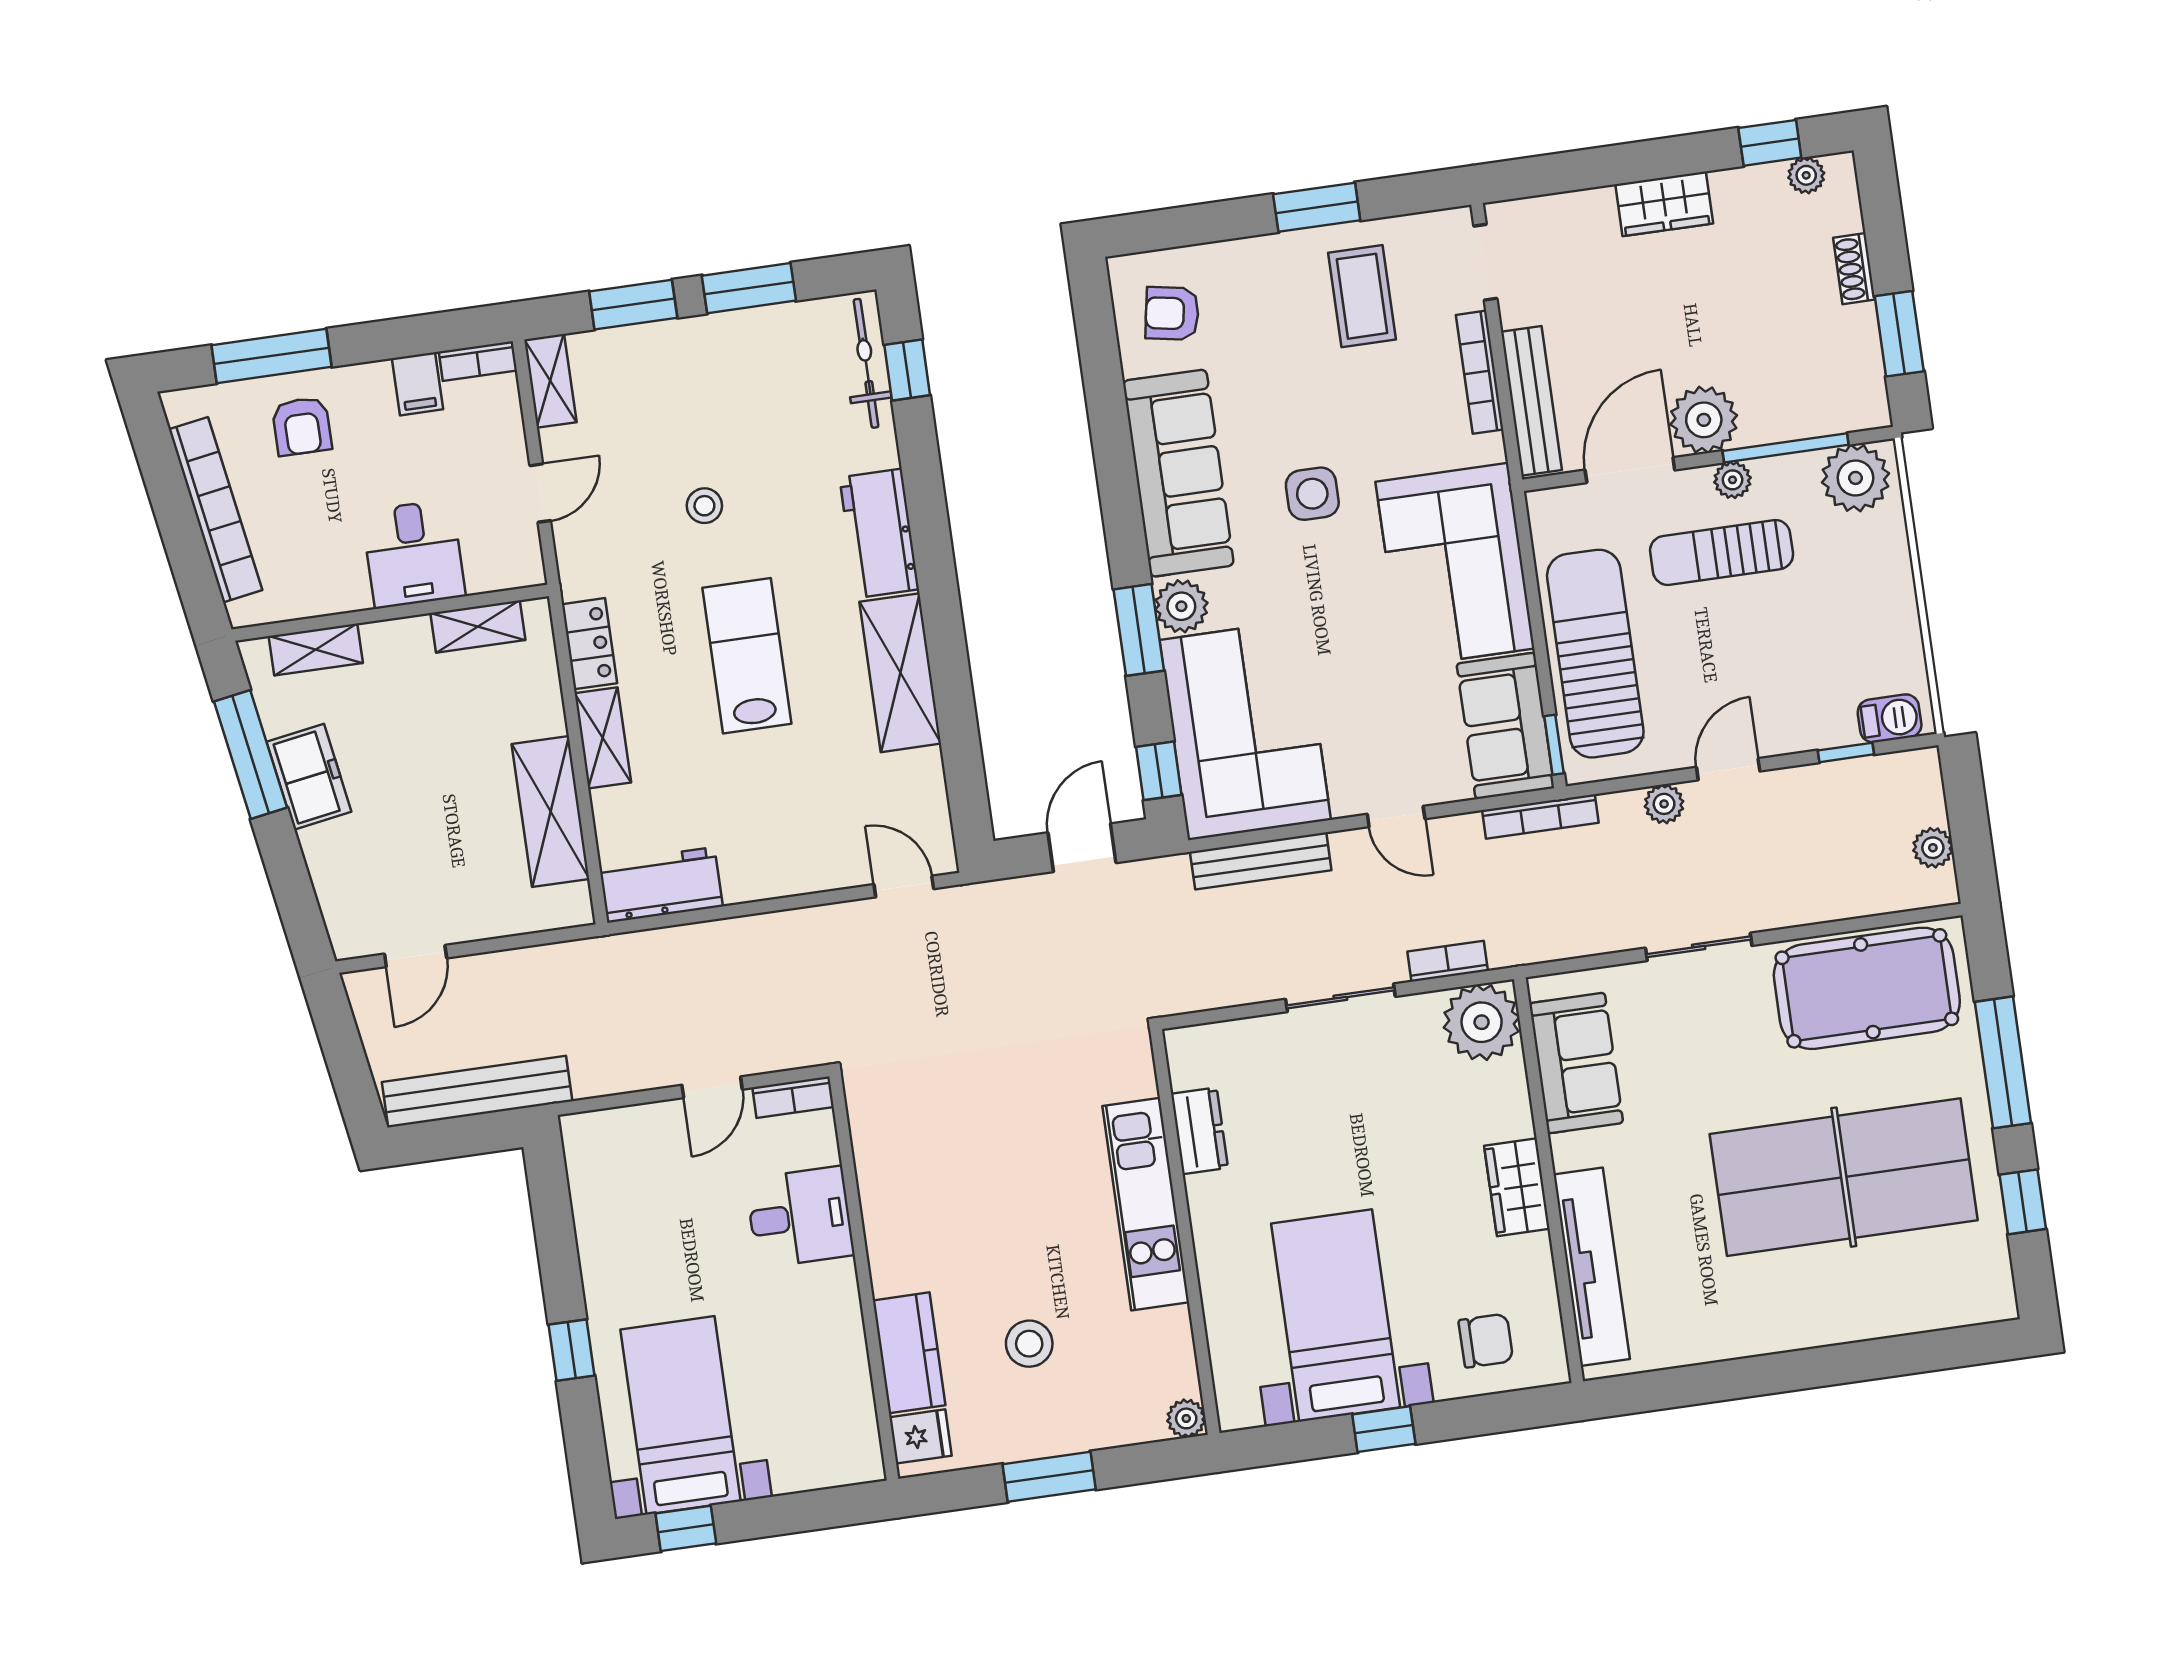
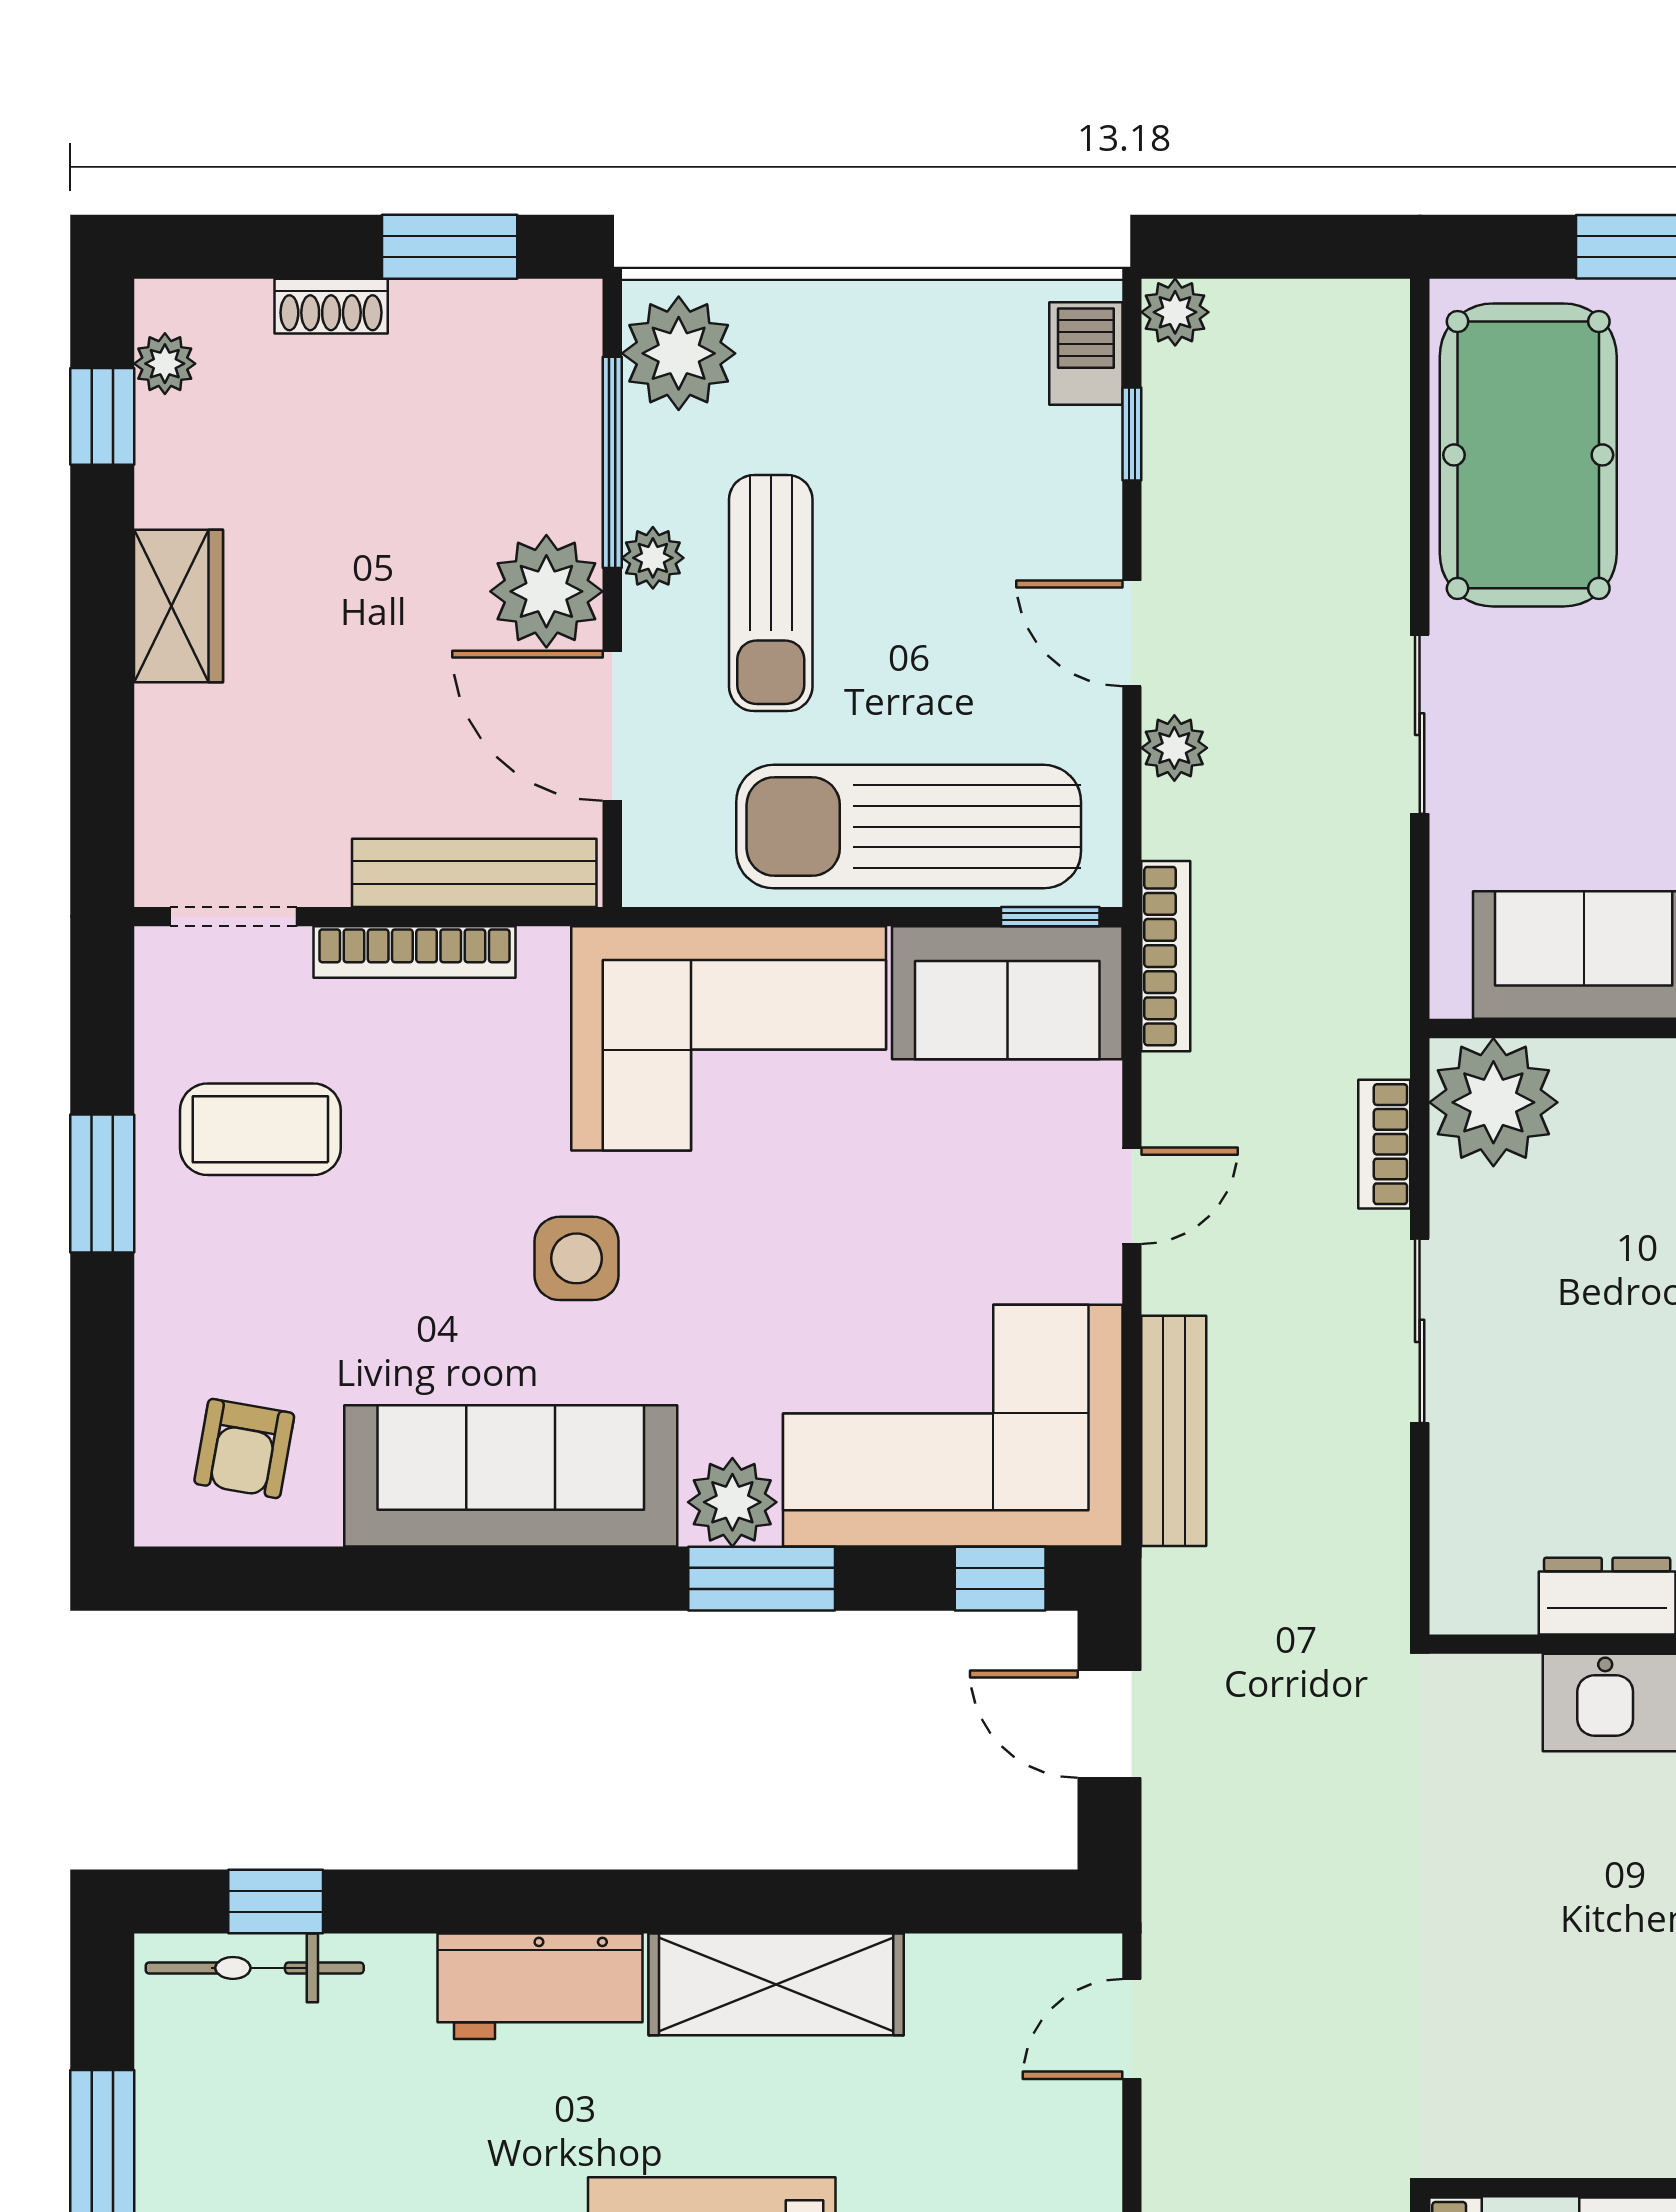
plant: (1933, 848) -> (1175, 312), moved

